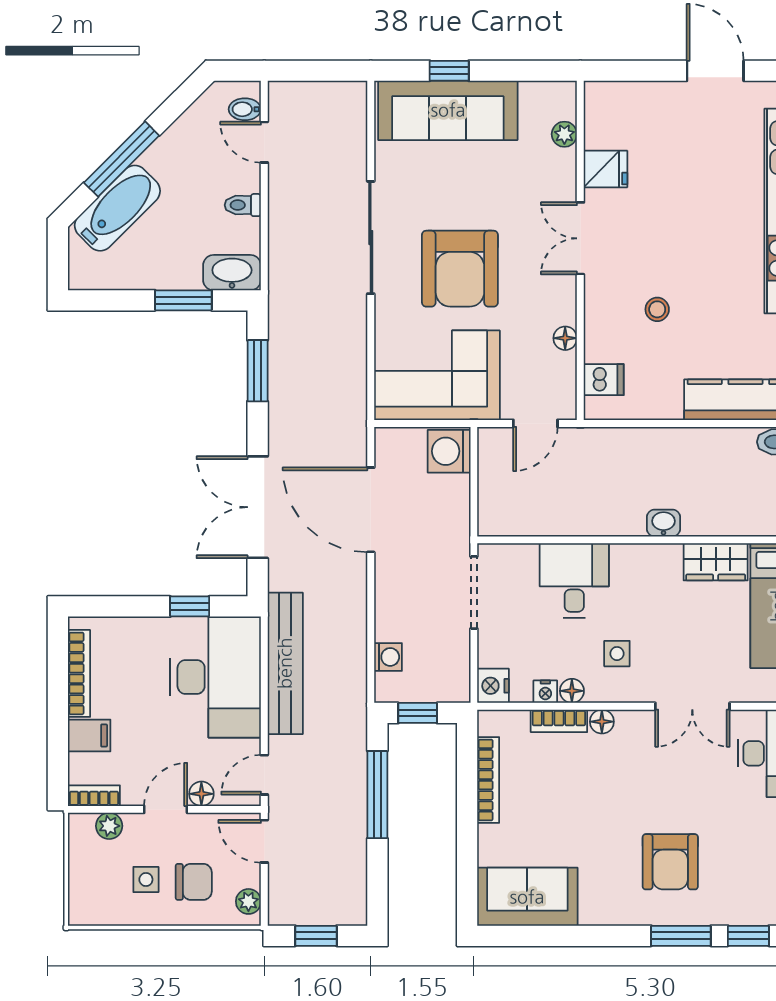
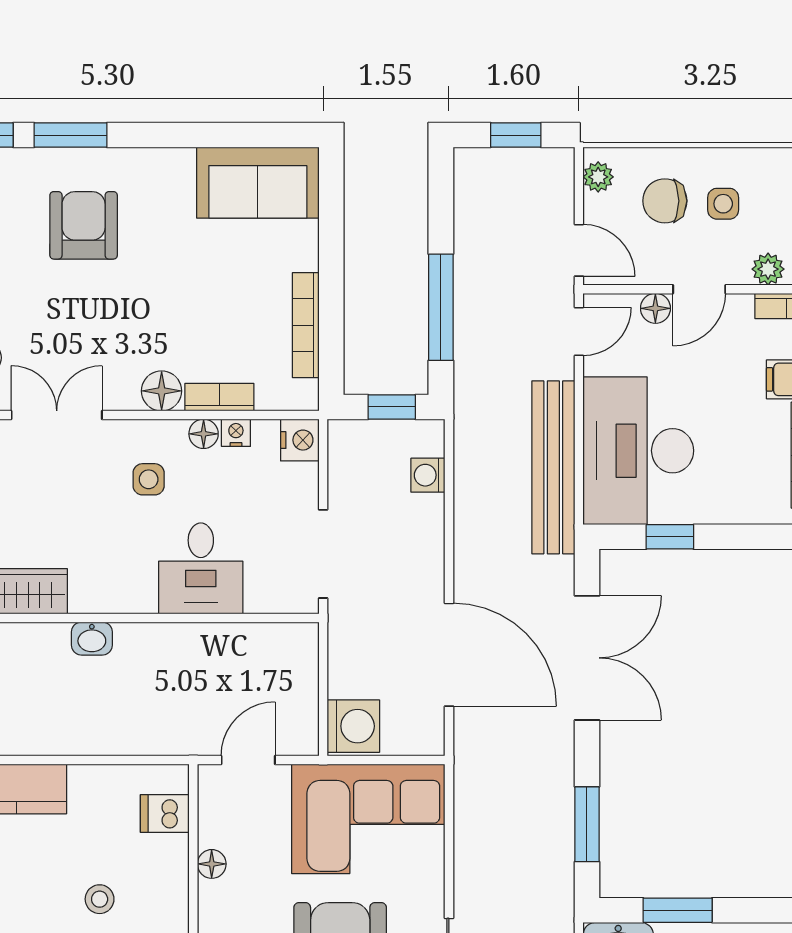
floor lamp: (602, 722) -> (162, 391), width x1.37, depth x1.37

